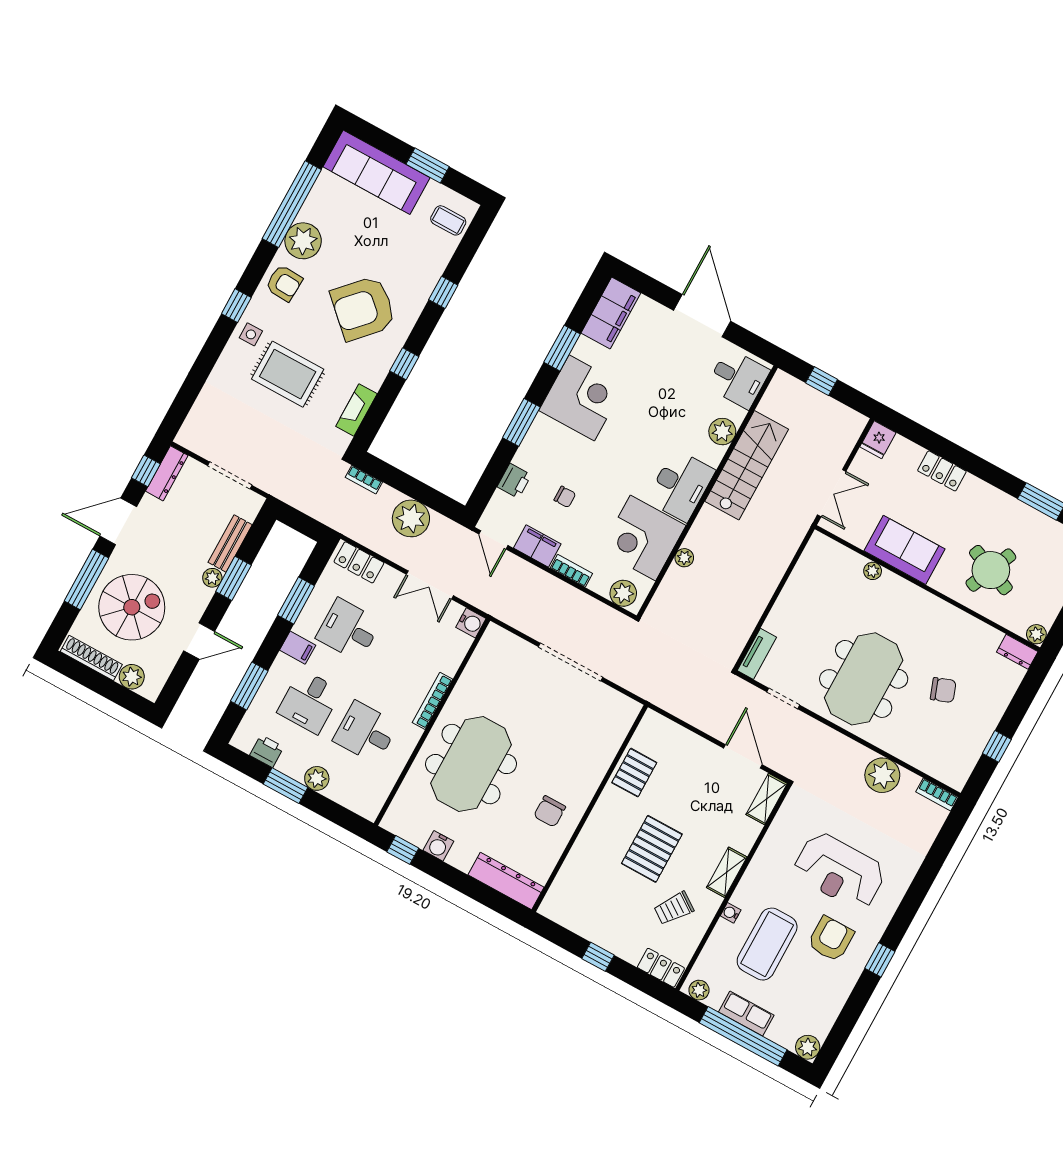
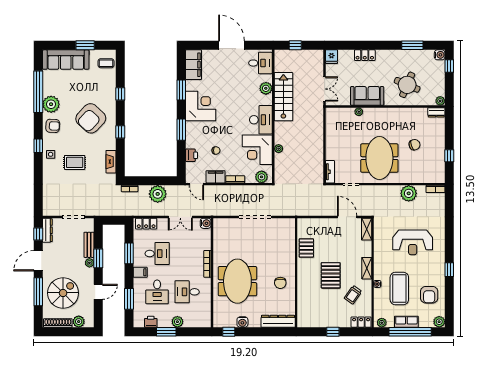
rug: (288, 374) -> (75, 162), width x0.73, depth x0.70
desk: (349, 630) -> (157, 254), turned 180
armchair: (831, 939) -> (429, 295), moved, turned 180

